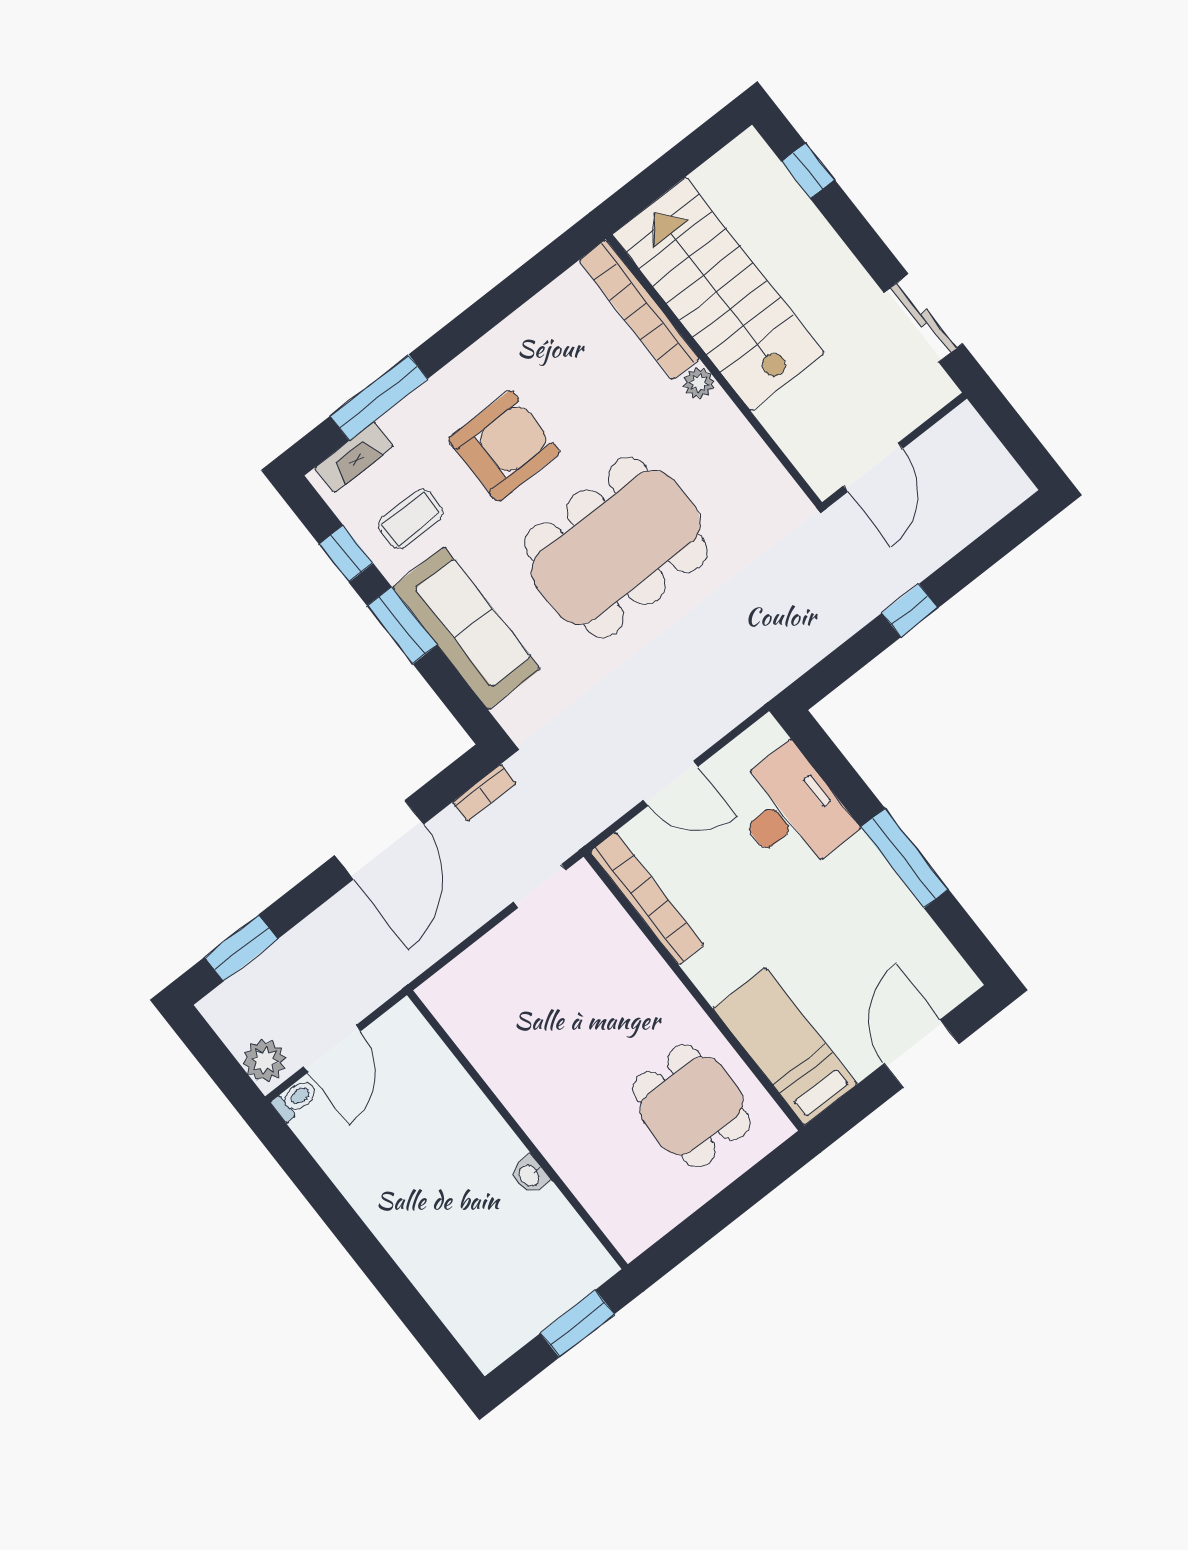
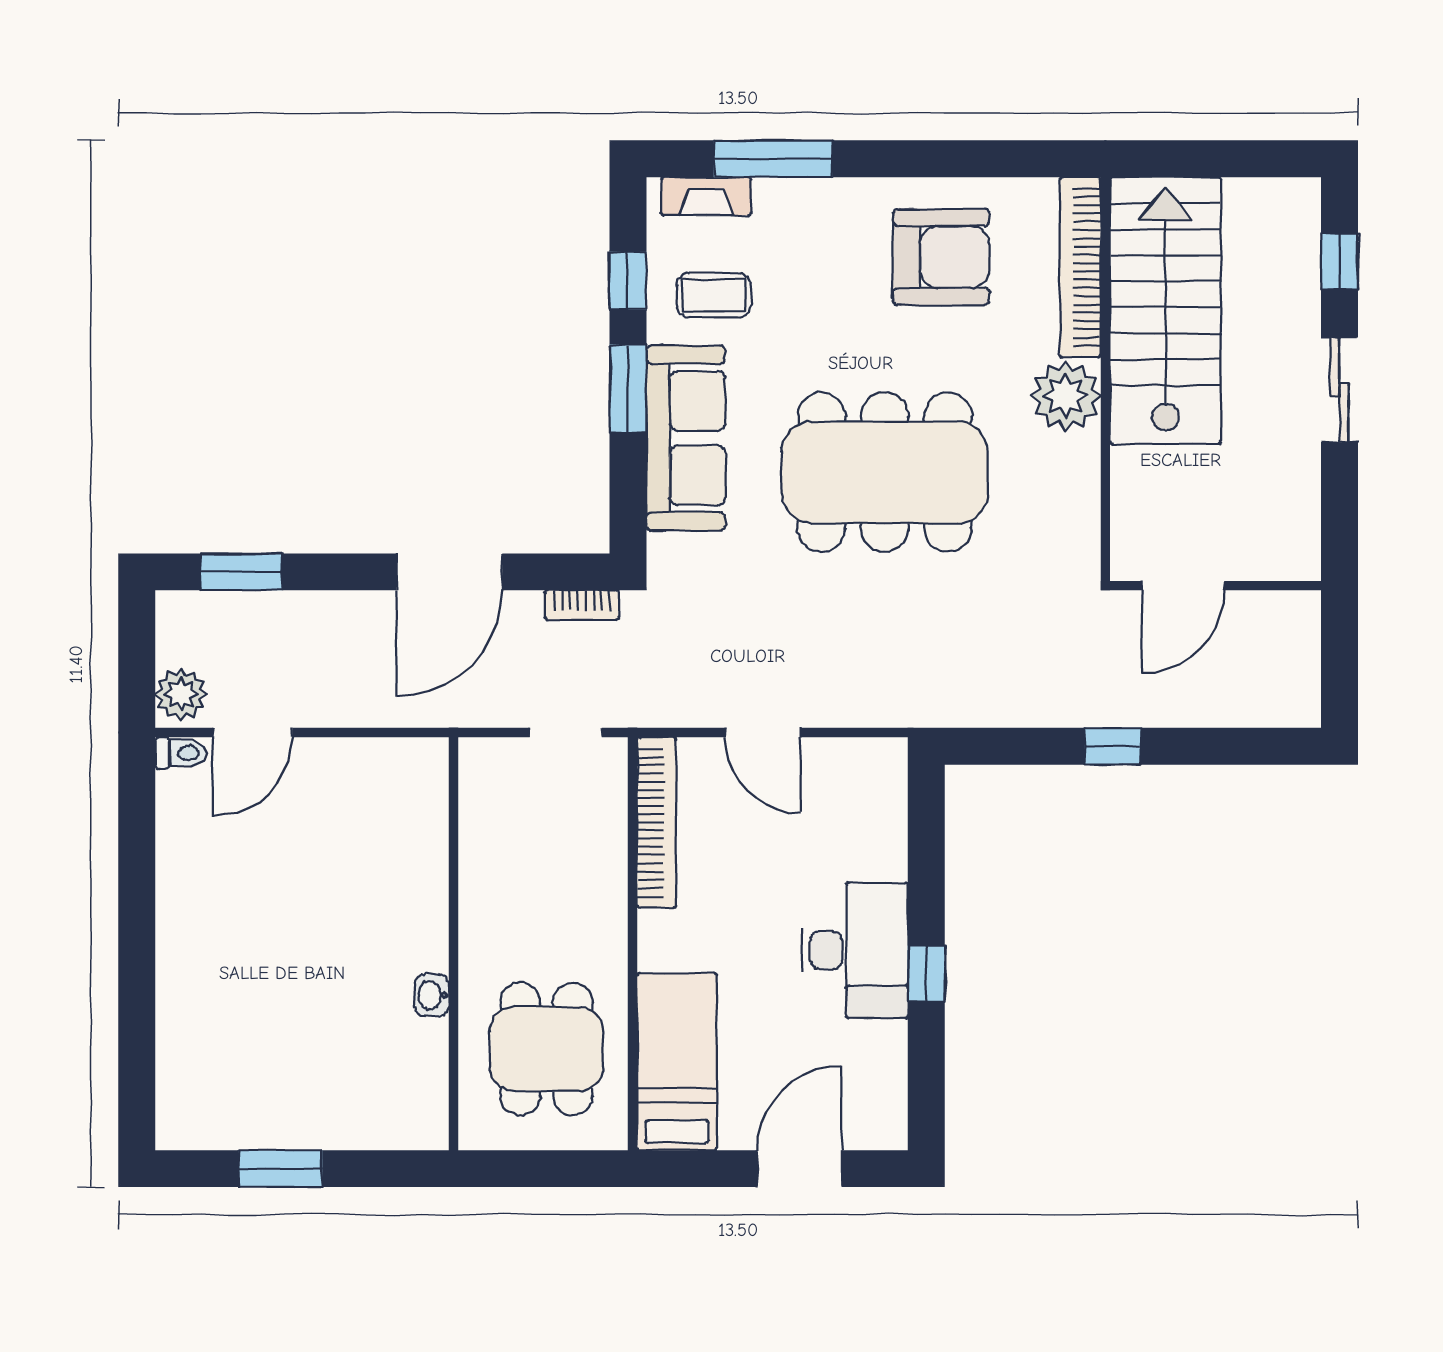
sliding door: (923, 318) -> (1339, 390), moved
plant: (699, 383) -> (1066, 396), width x1.87, depth x1.87
armchair: (504, 446) -> (941, 257), moved
desk: (791, 811) -> (855, 950), moved
window: (904, 858) -> (926, 974), width x0.46
wall: (517, 1130) -> (454, 944), moved
washbasin: (530, 1175) -> (432, 995), moved

